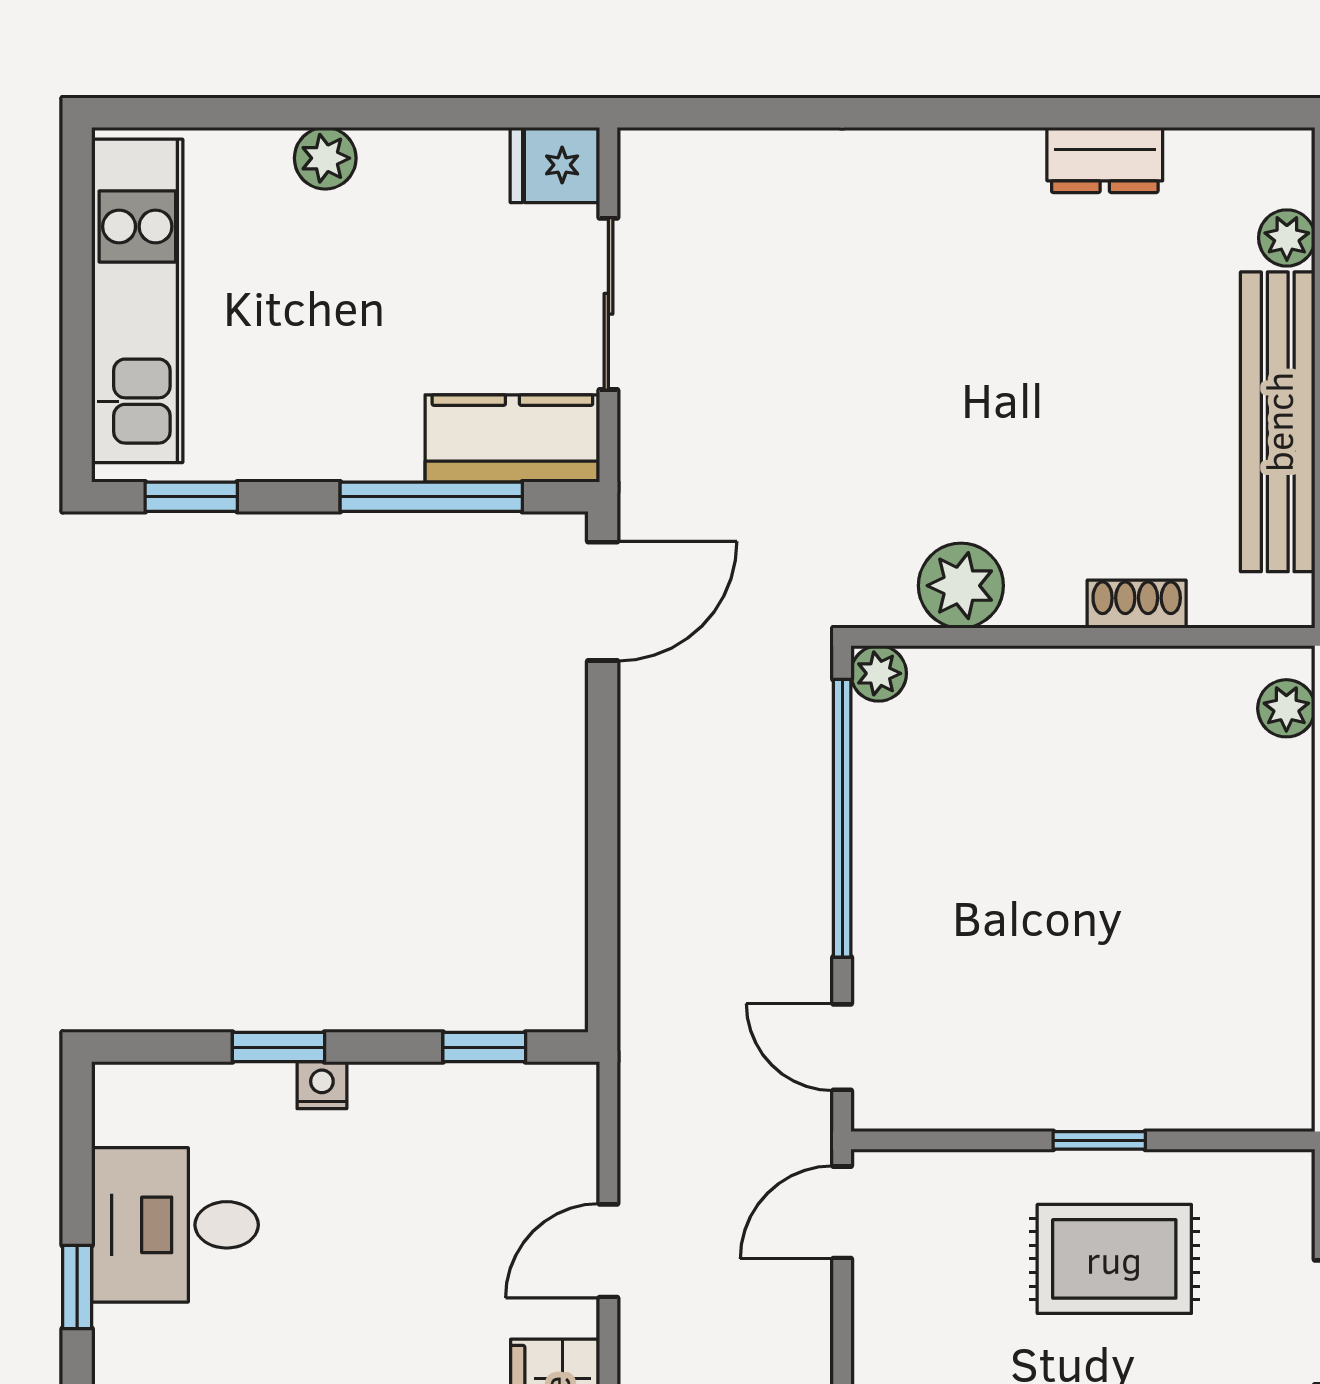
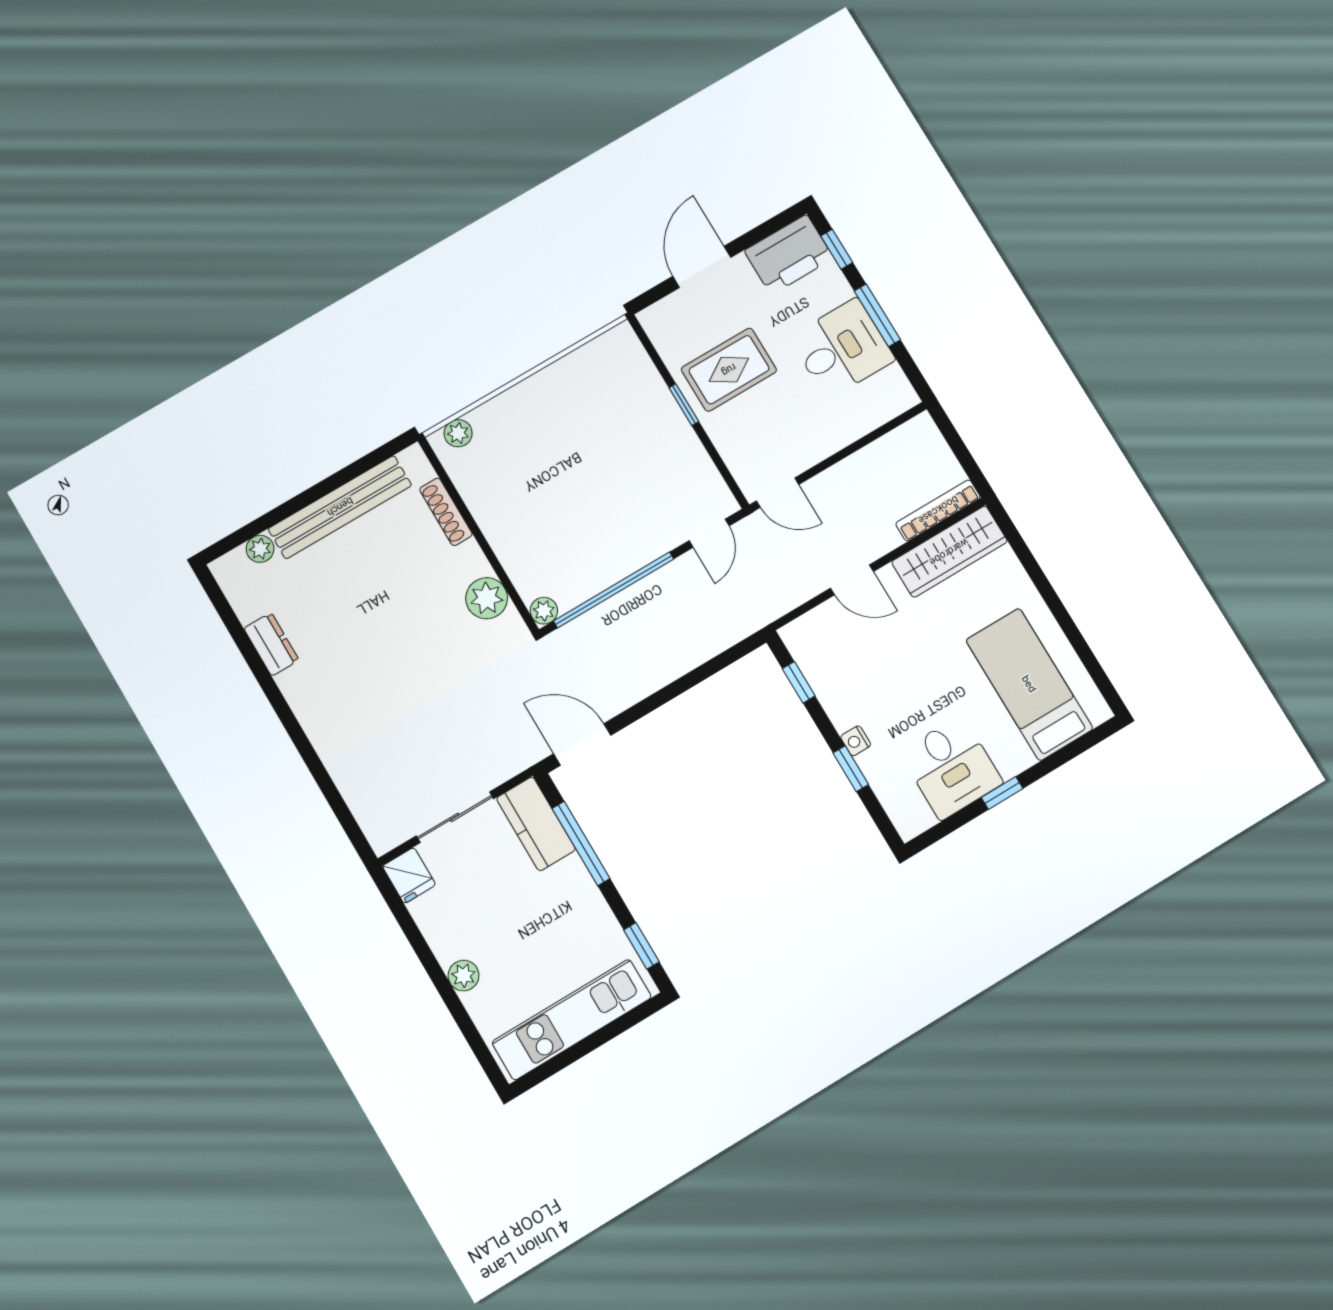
shoe rack: (1137, 604) -> (446, 512), width x1.43
rug: (1114, 1259) -> (729, 370), turned 90

